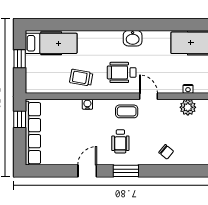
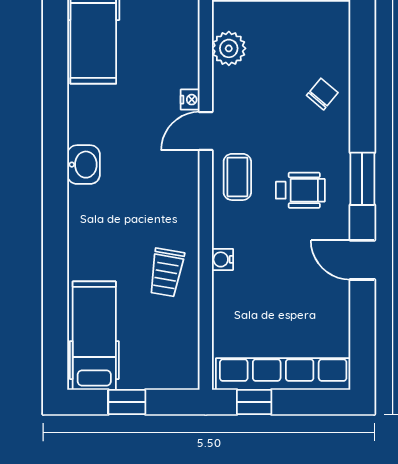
wheelchair: (122, 72) -> (156, 188), removed
nightstand: (188, 89) -> (190, 100), moved

